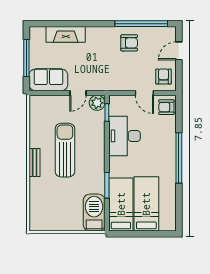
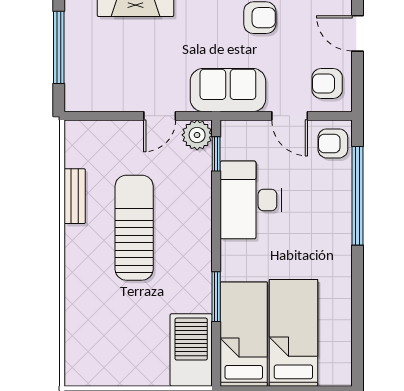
door: (179, 51) -> (357, 33), hinge flipped
armchair: (164, 76) -> (327, 84), turned -90
sofa: (48, 80) -> (228, 90), moved
window: (179, 158) -> (357, 196), moved
bench: (35, 163) -> (75, 196), moved

